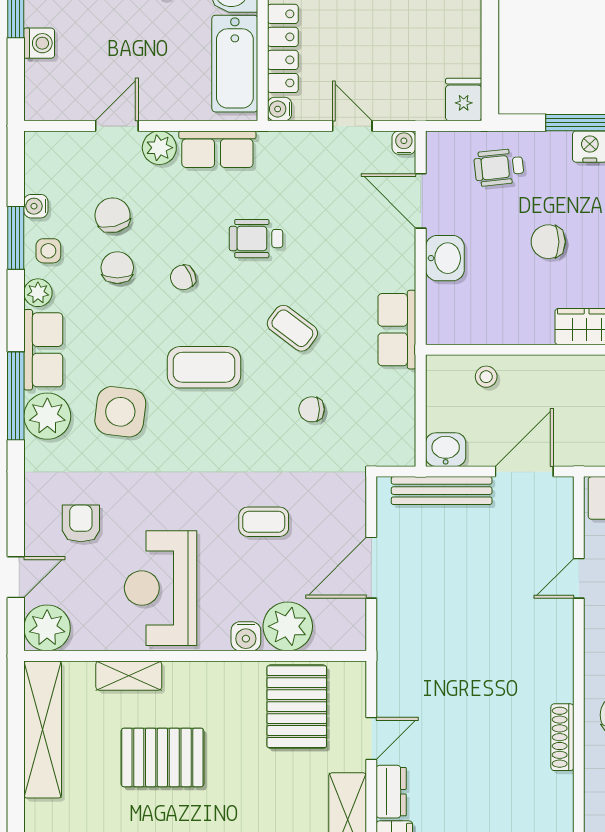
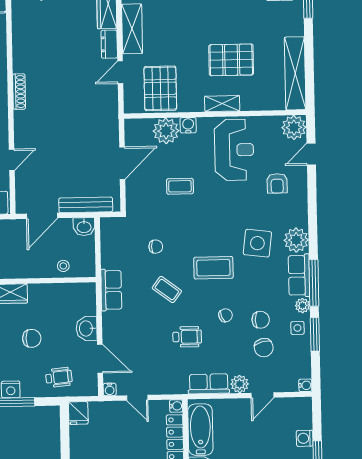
water cooler: (36, 206) -> (305, 385), moved
chair: (117, 268) -> (261, 320), turned -90
window: (16, 396) -> (314, 283), moved
shelving: (129, 676) -> (222, 104), moved
shoe rack: (562, 737) -> (19, 92), moved

